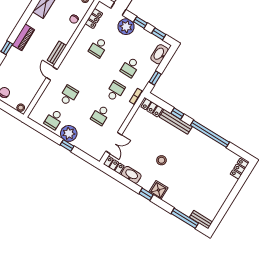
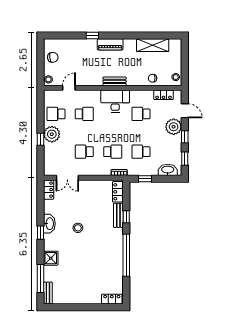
desk: (74, 63) -> (115, 101), added
door: (52, 73) -> (69, 88), moved
bench: (176, 122) -> (118, 215), width x0.73
washbasin: (131, 175) -> (49, 224), moved
shower: (158, 190) -> (51, 258), moved

